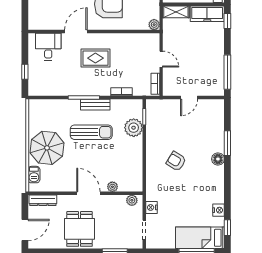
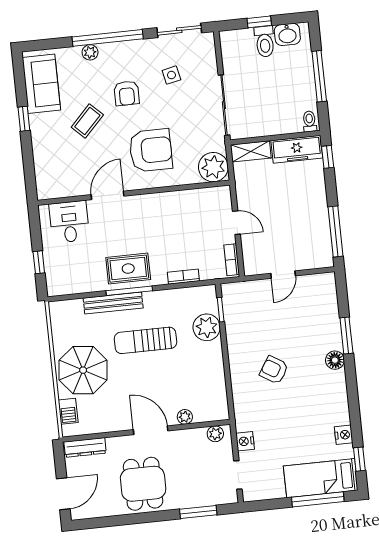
plant: (154, 25) -> (213, 167), width x1.88, depth x1.88
rug: (95, 58) -> (128, 269), moved
bench: (95, 105) -> (113, 303), moved, width x1.36
sun lounger: (91, 132) -> (145, 340), turned 180

